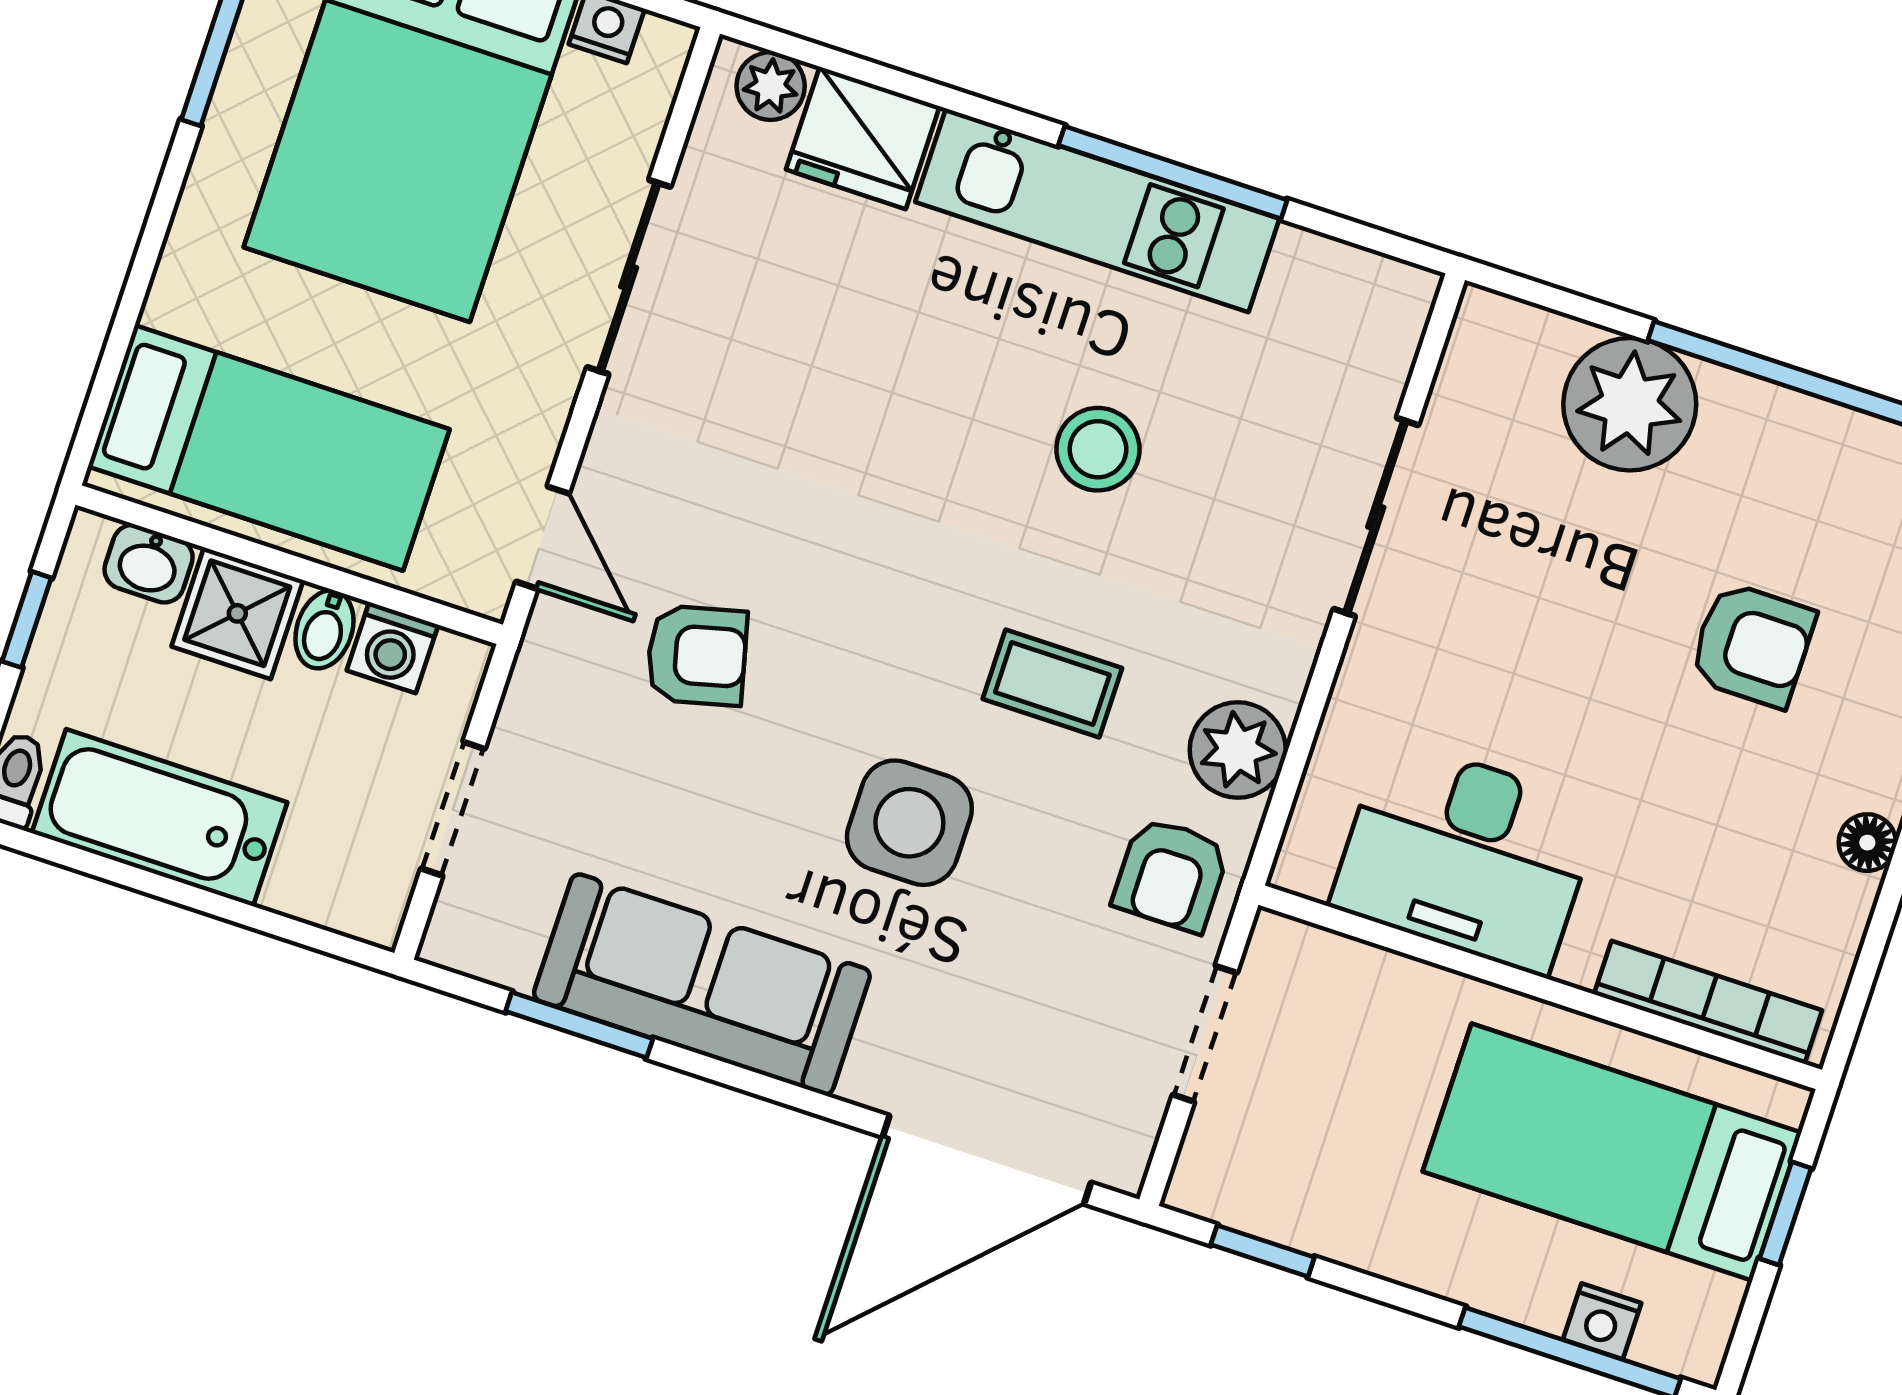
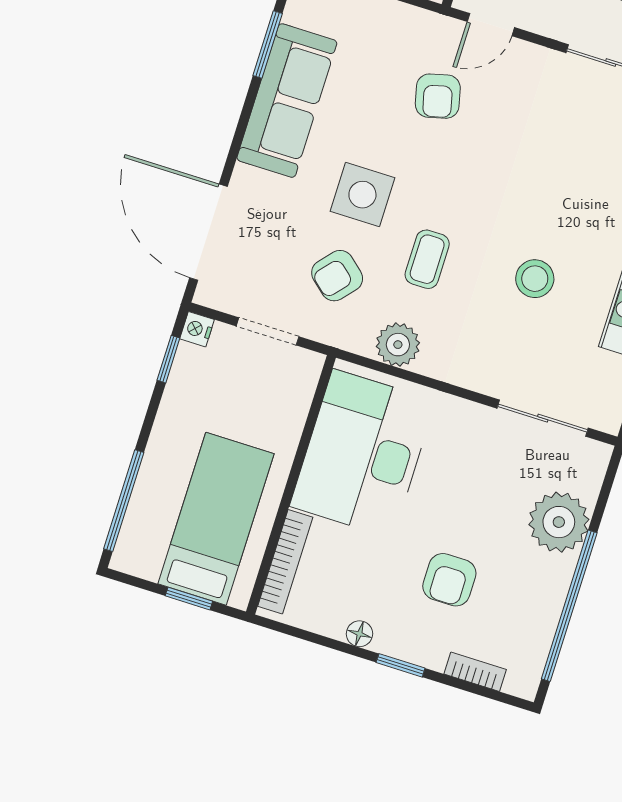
sliding door: (1376, 517) -> (543, 418), moved
desk: (1466, 856) -> (363, 454), width x1.36, depth x1.30
armchair: (1171, 875) -> (337, 276), moved, turned -49
nightstand: (1602, 1321) -> (197, 329), moved

